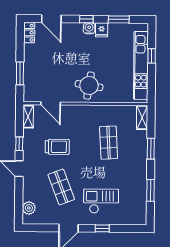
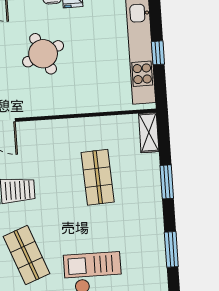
window: (152, 56) -> (158, 53), moved
round table: (89, 86) -> (43, 54), moved, turned -33

